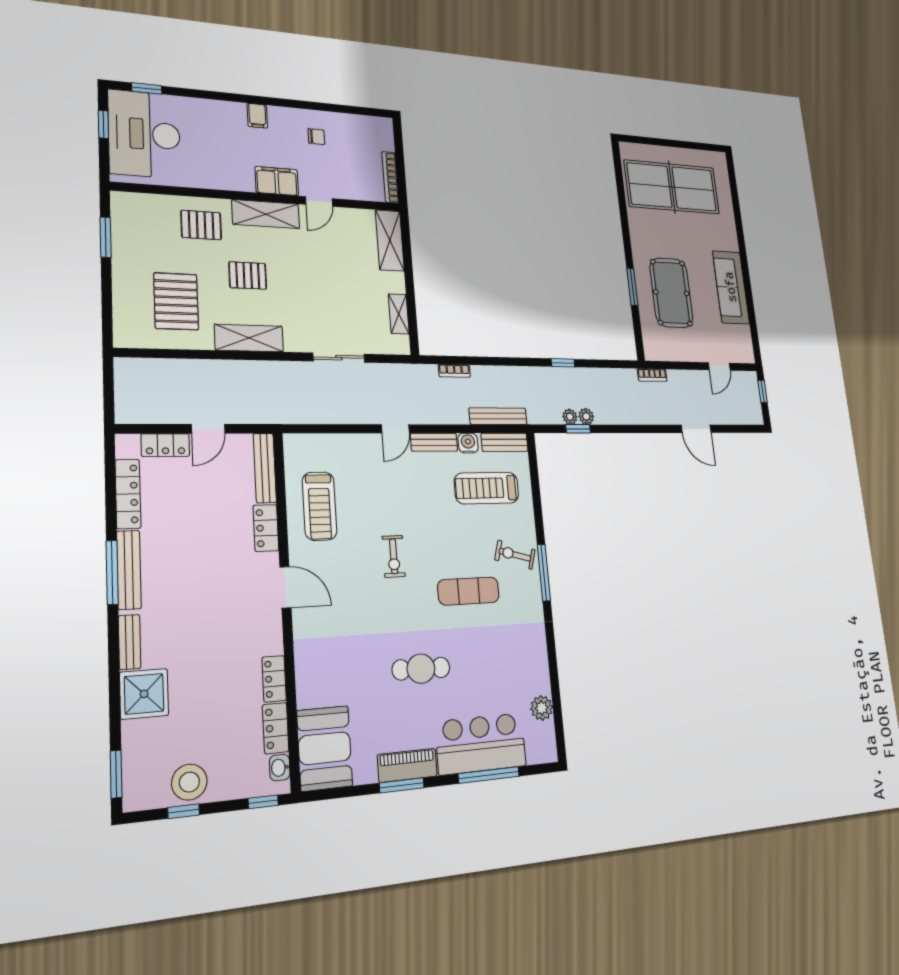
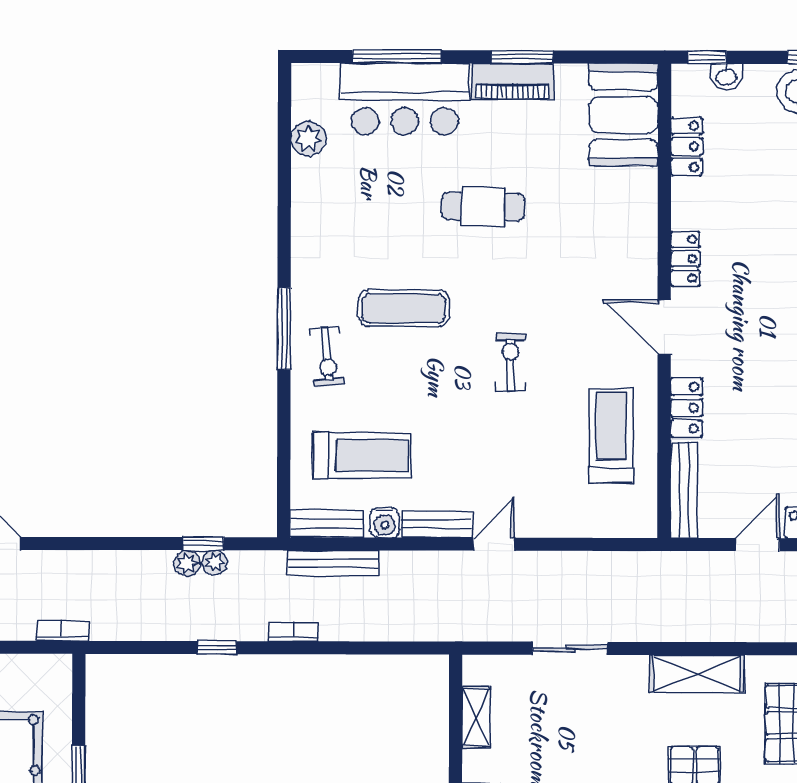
bookcase: (454, 371) -> (294, 632), moved
exercise bike: (515, 555) -> (327, 357), turned 68
locker: (274, 679) -> (685, 259), moved
washbasin: (280, 768) -> (726, 77), moved, turned 90

